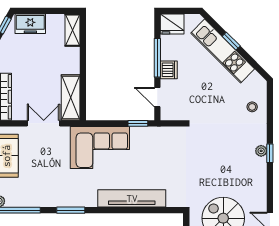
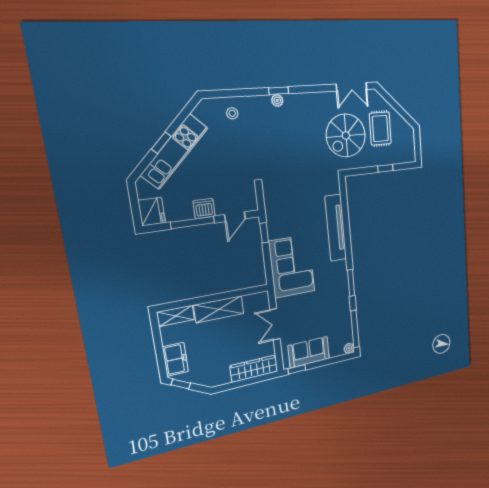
shelving: (71, 97) -> (219, 309), moved

